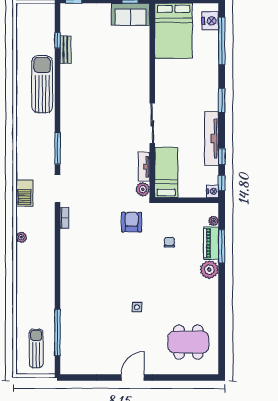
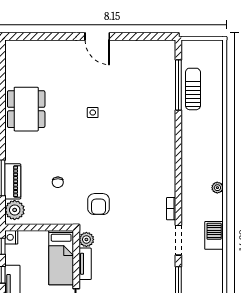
plant: (214, 221) -> (15, 210), width x1.88, depth x1.88
plant: (209, 270) -> (15, 153), removed
dining table: (188, 342) -> (26, 109), moved, turned 90
sun lounger: (36, 348) -> (193, 89), moved, turned 180
door: (133, 377) -> (97, 36), hinge flipped

